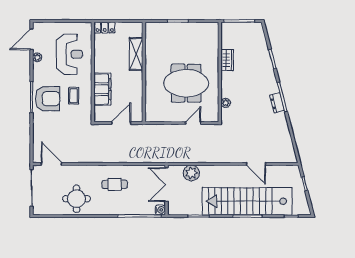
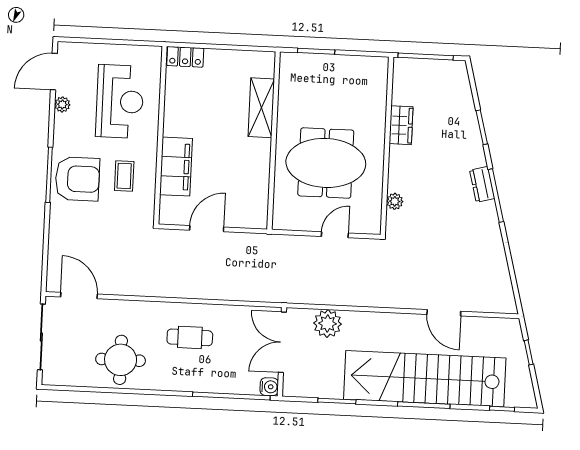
shelving: (136, 54) -> (261, 108), moved
wall: (144, 72) -> (274, 141), moved
dresser: (277, 103) -> (482, 184), moved

